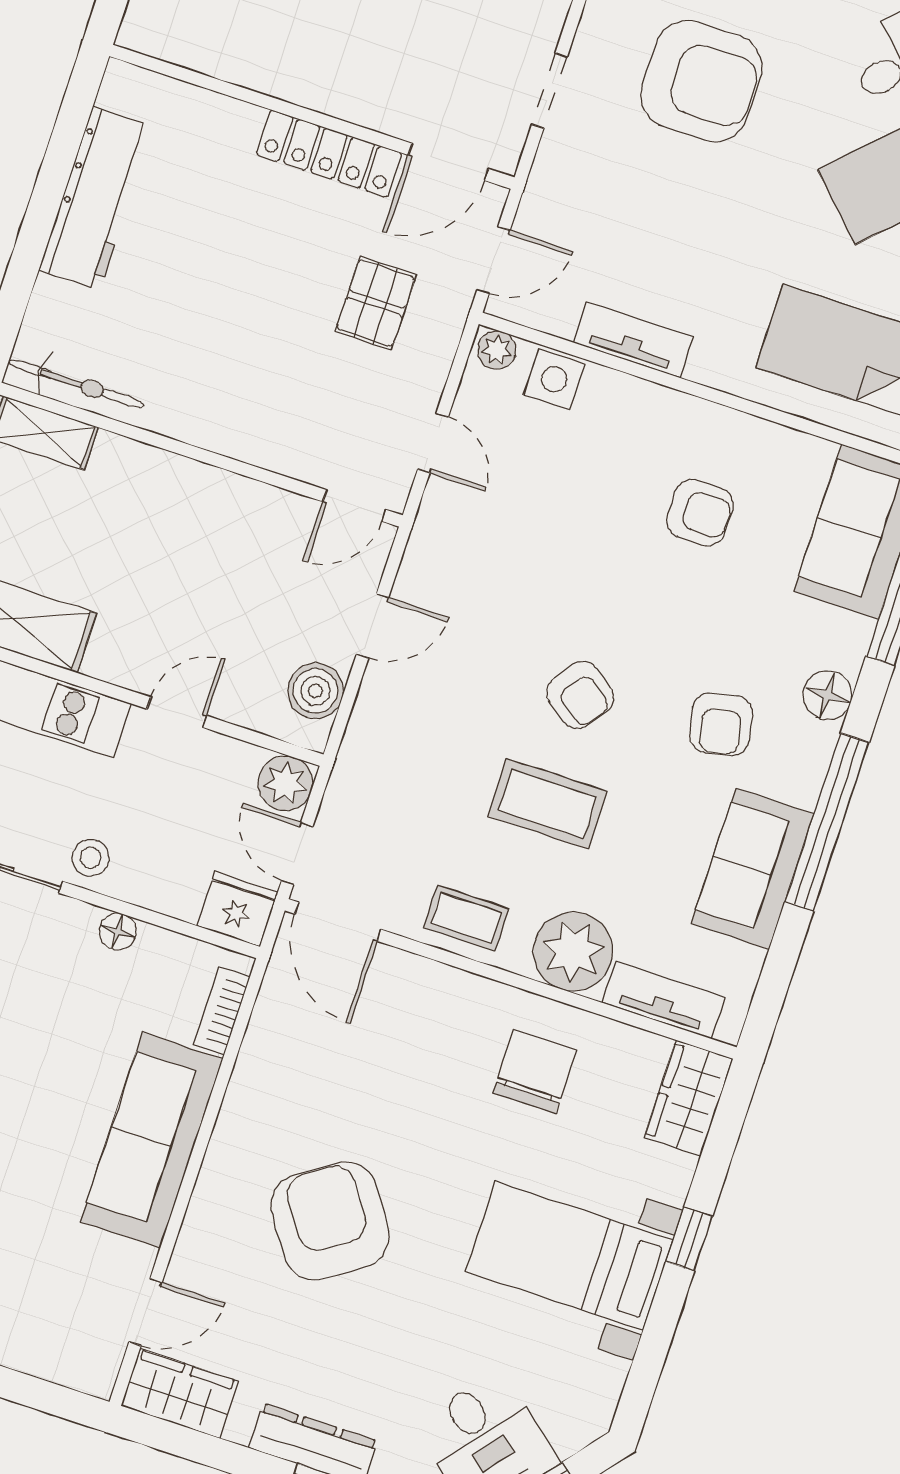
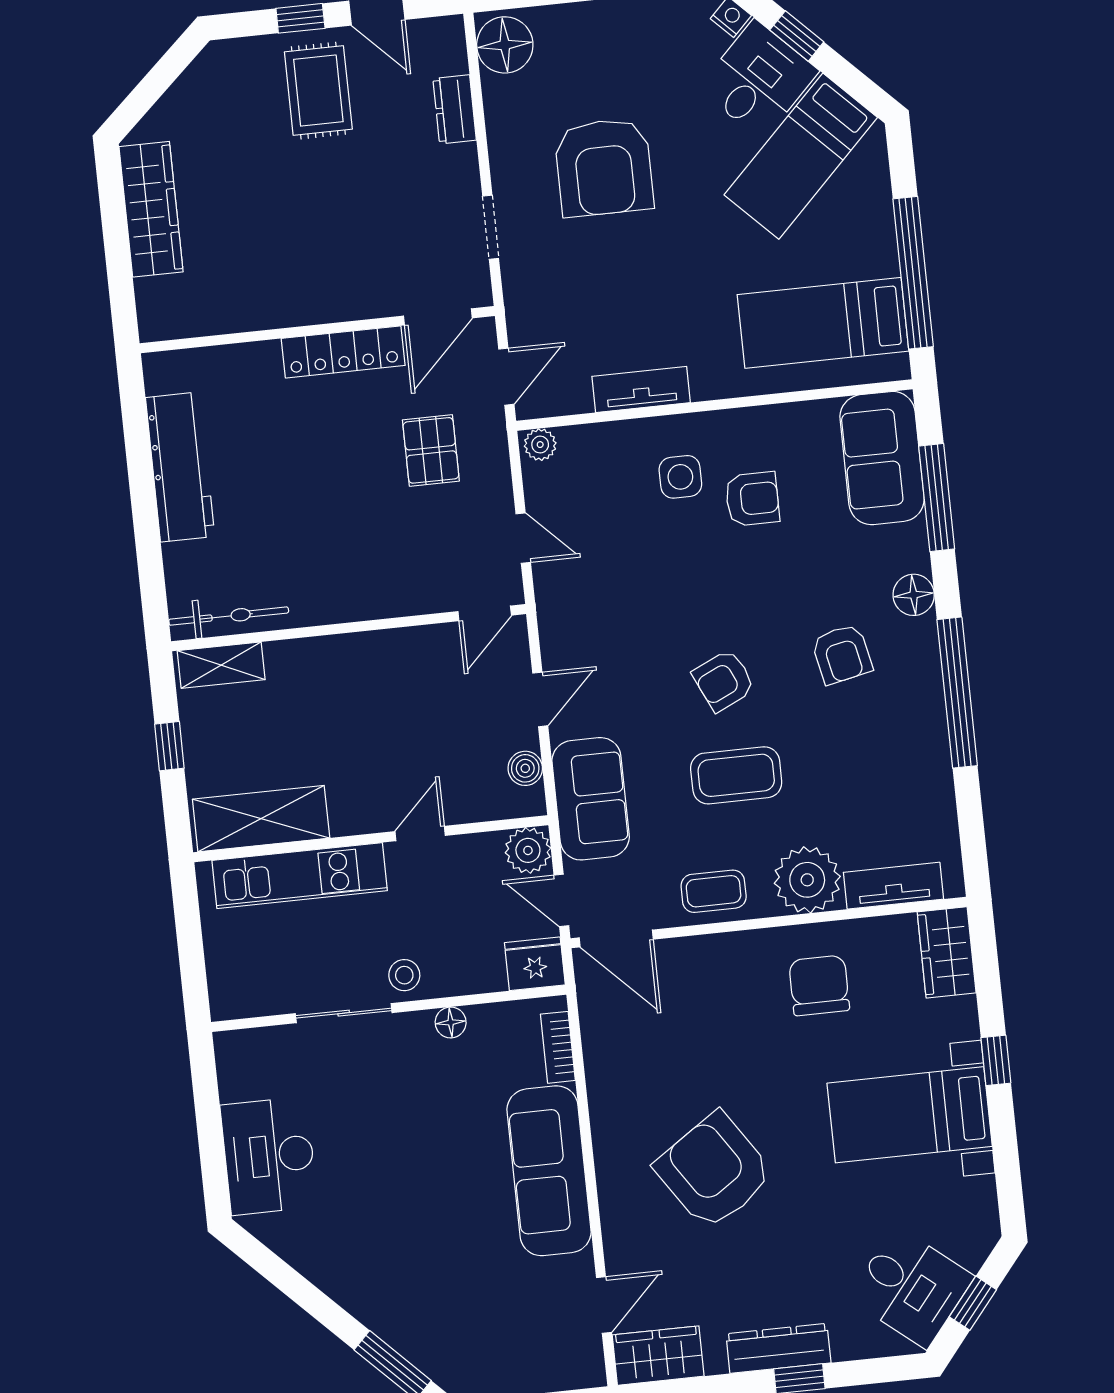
armchair: (701, 81) -> (604, 167), turned 90
side table: (554, 379) -> (680, 477), moved
boiler: (315, 691) -> (525, 768), width x0.73, depth x0.73
armchair: (580, 695) -> (724, 681), turned 119
sofa: (753, 869) -> (591, 799), moved, turned 180

